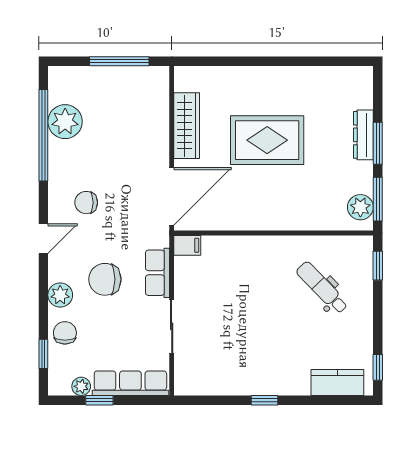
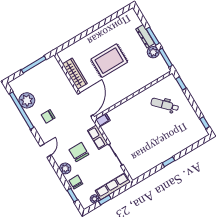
chair: (86, 203) -> (48, 116), moved
plant: (360, 207) -> (153, 52), moved
chair: (105, 279) -> (79, 152), turned 90
kitchen counter: (337, 383) -> (193, 138), removed

